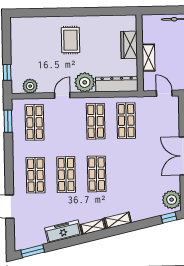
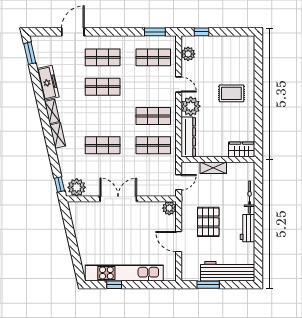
wardrobe: (129, 45) -> (242, 149), moved
shop shelf: (97, 174) -> (103, 145), moved

